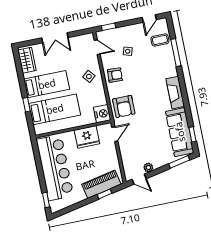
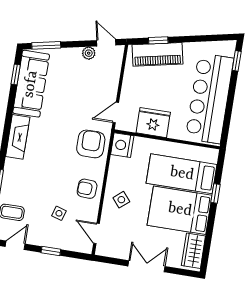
window: (109, 27) -> (51, 251), moved
bed: (47, 84) -> (180, 210), width x1.50

